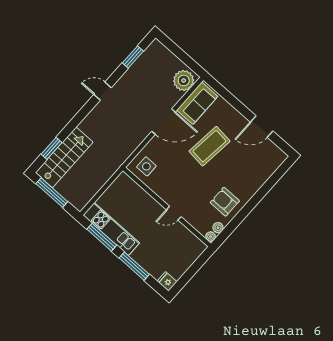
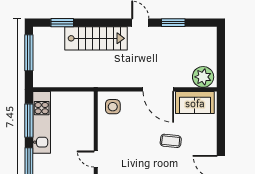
window: (133, 57) -> (173, 23), moved
coffee table: (209, 146) -> (171, 141), width x0.54, depth x0.58
stairs: (64, 157) -> (96, 38), moved

